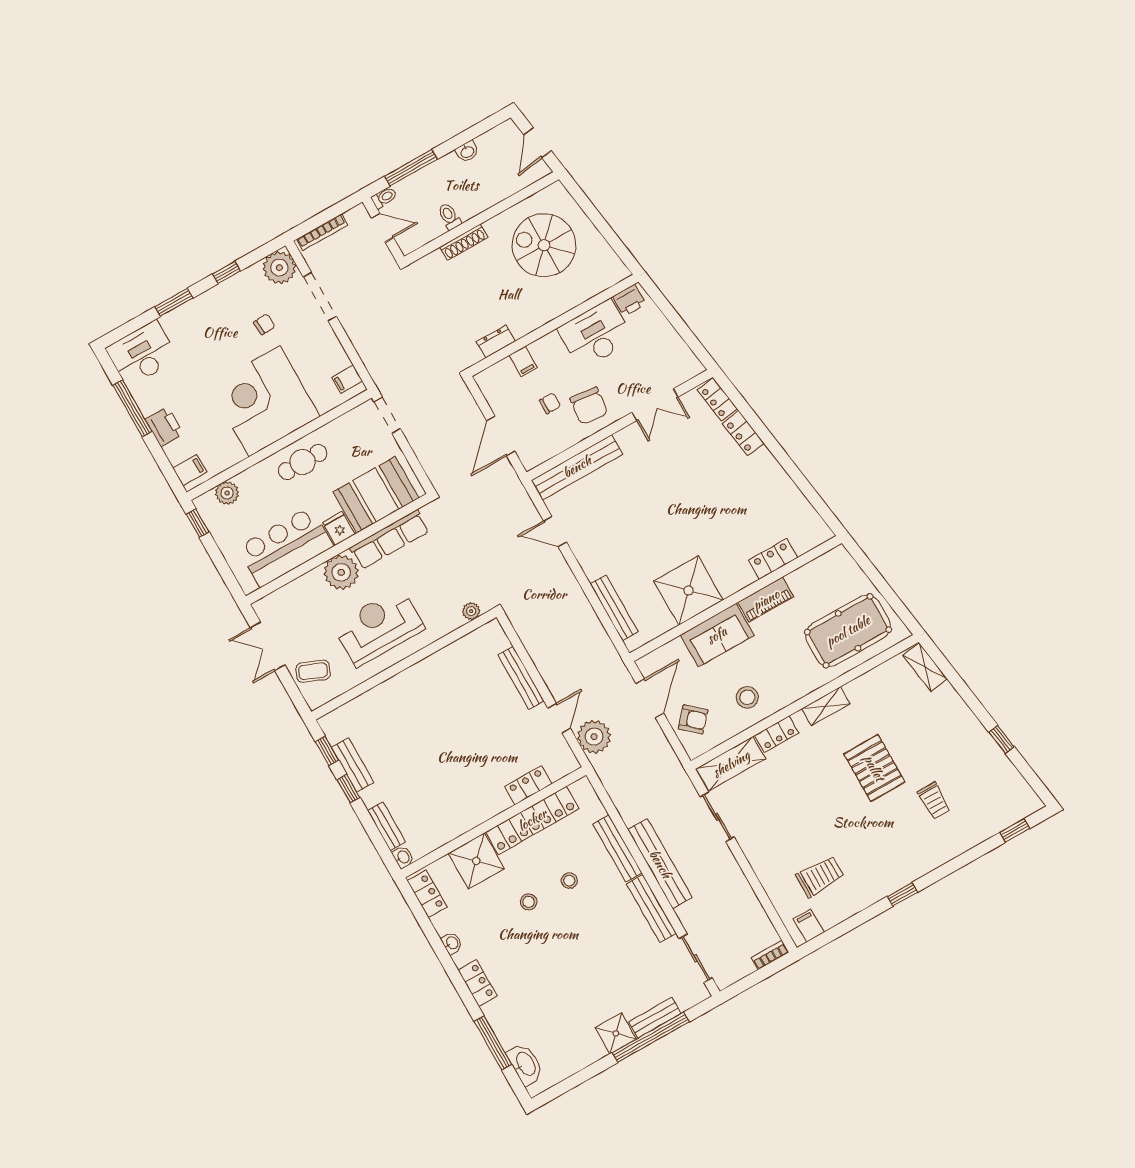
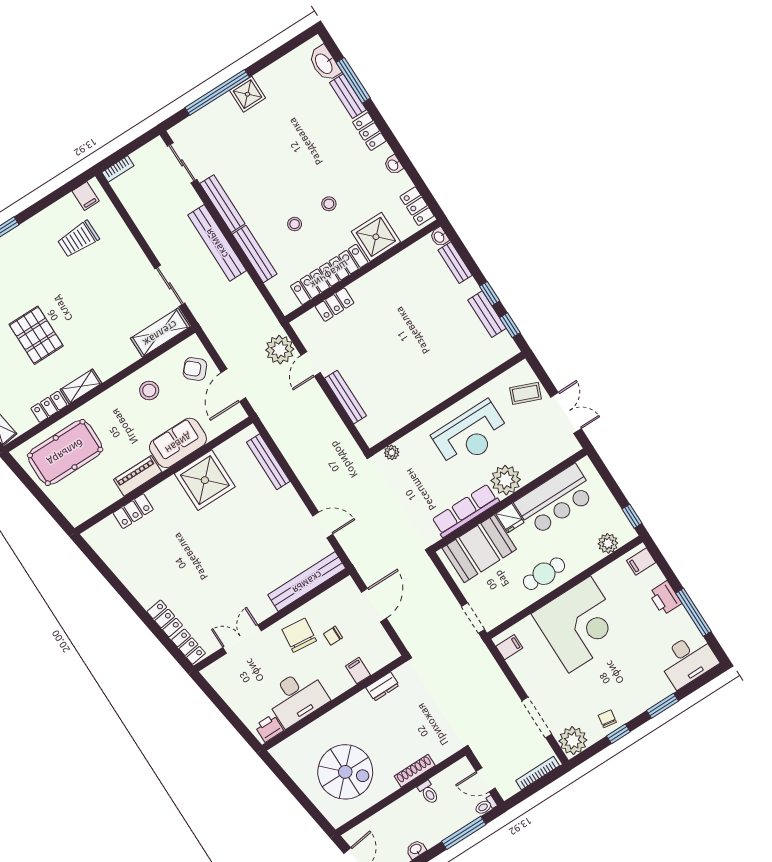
chair: (264, 324) -> (607, 719), moved, turned 103
locker: (777, 734) -> (49, 407), moved
bench: (655, 1018) -> (348, 96), moved, turned 90

